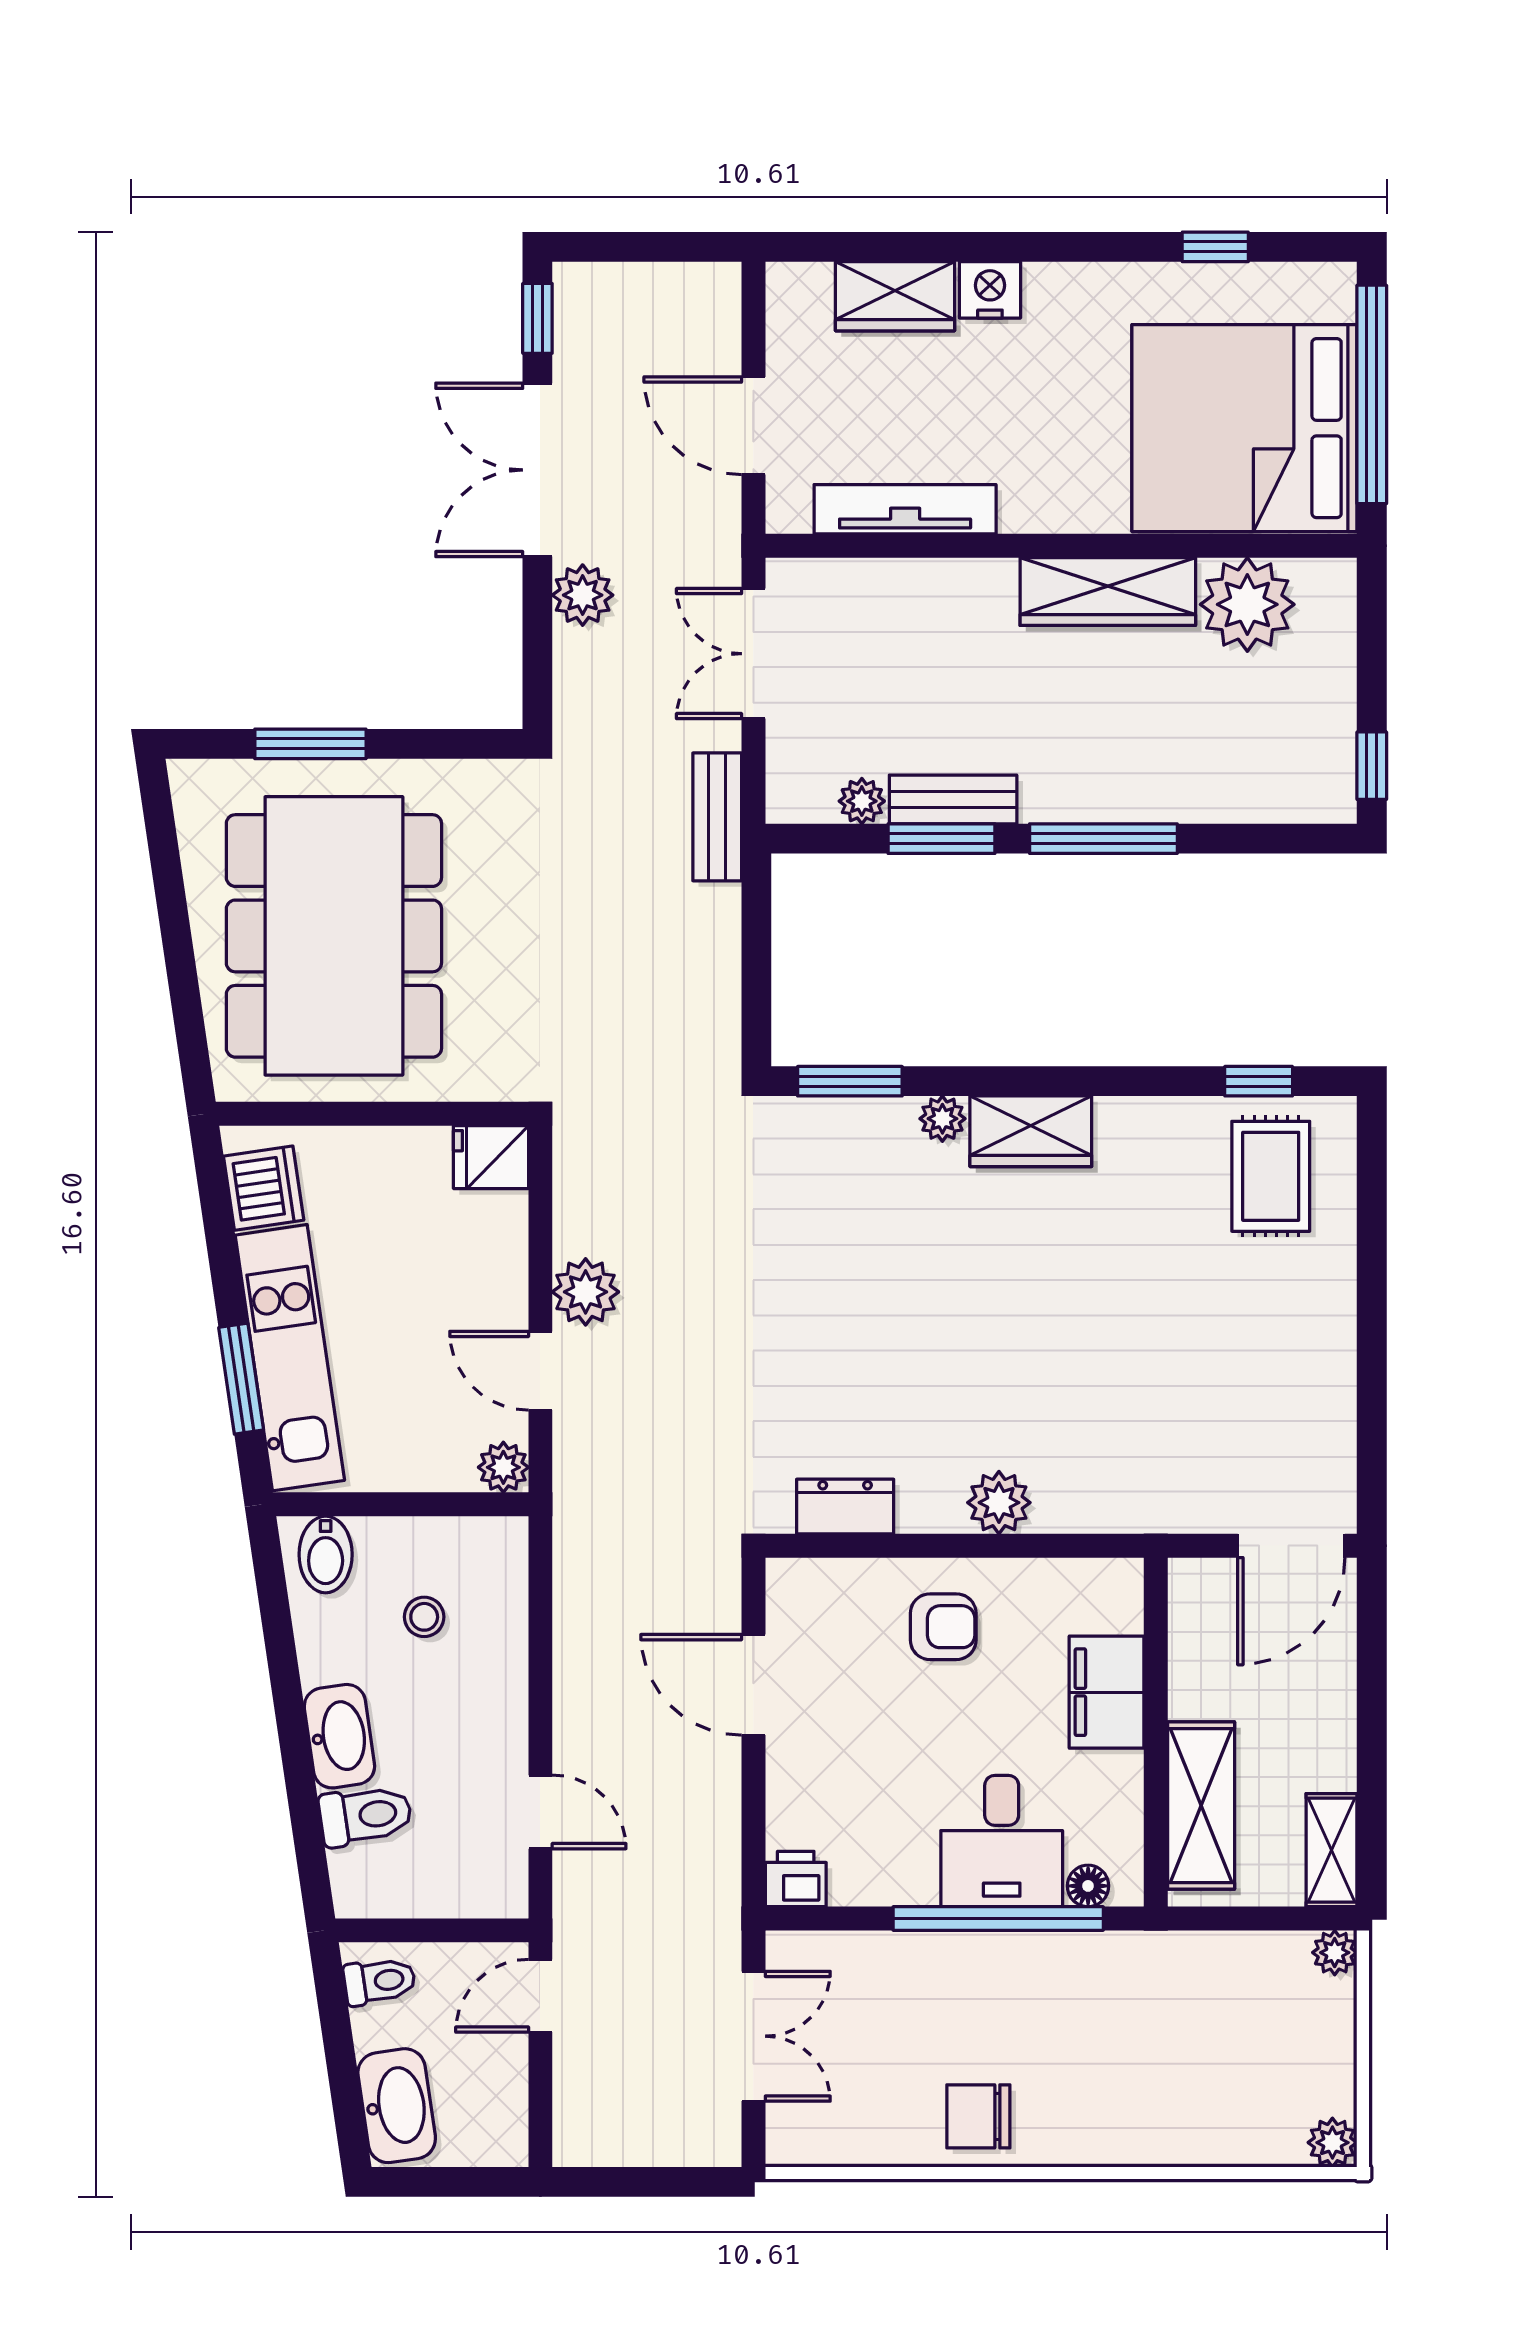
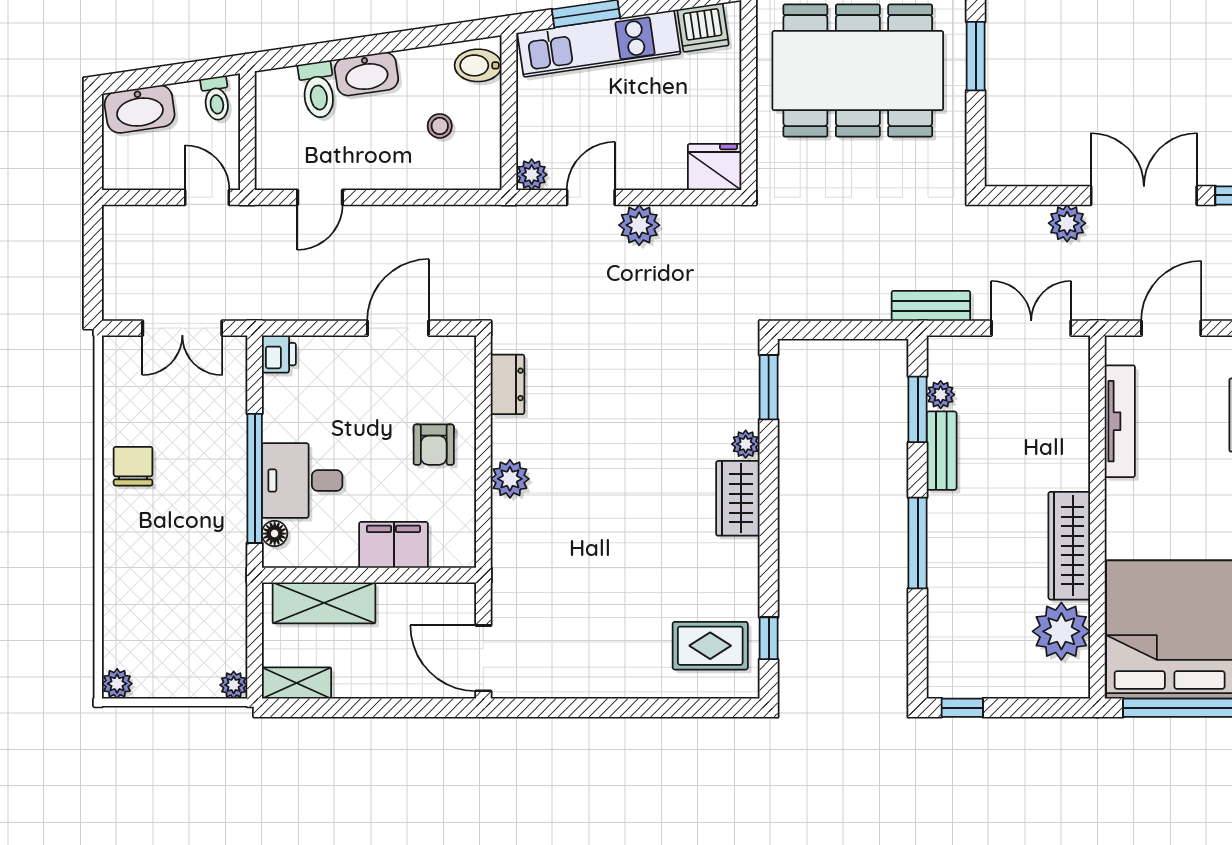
window: (941, 839) -> (918, 409), moved
fridge: (491, 1157) -> (715, 167), width x1.38

